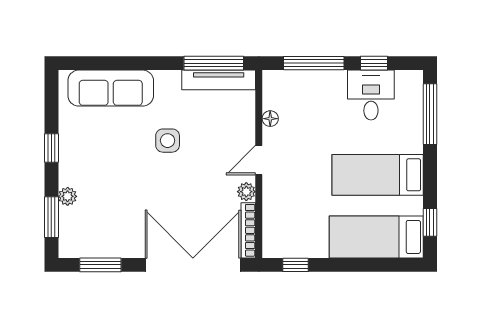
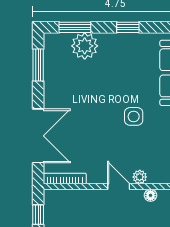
plant: (246, 192) -> (140, 177), moved
plant: (68, 196) -> (85, 46), width x1.87, depth x1.87
double door: (193, 265) -> (38, 136), width x0.73

